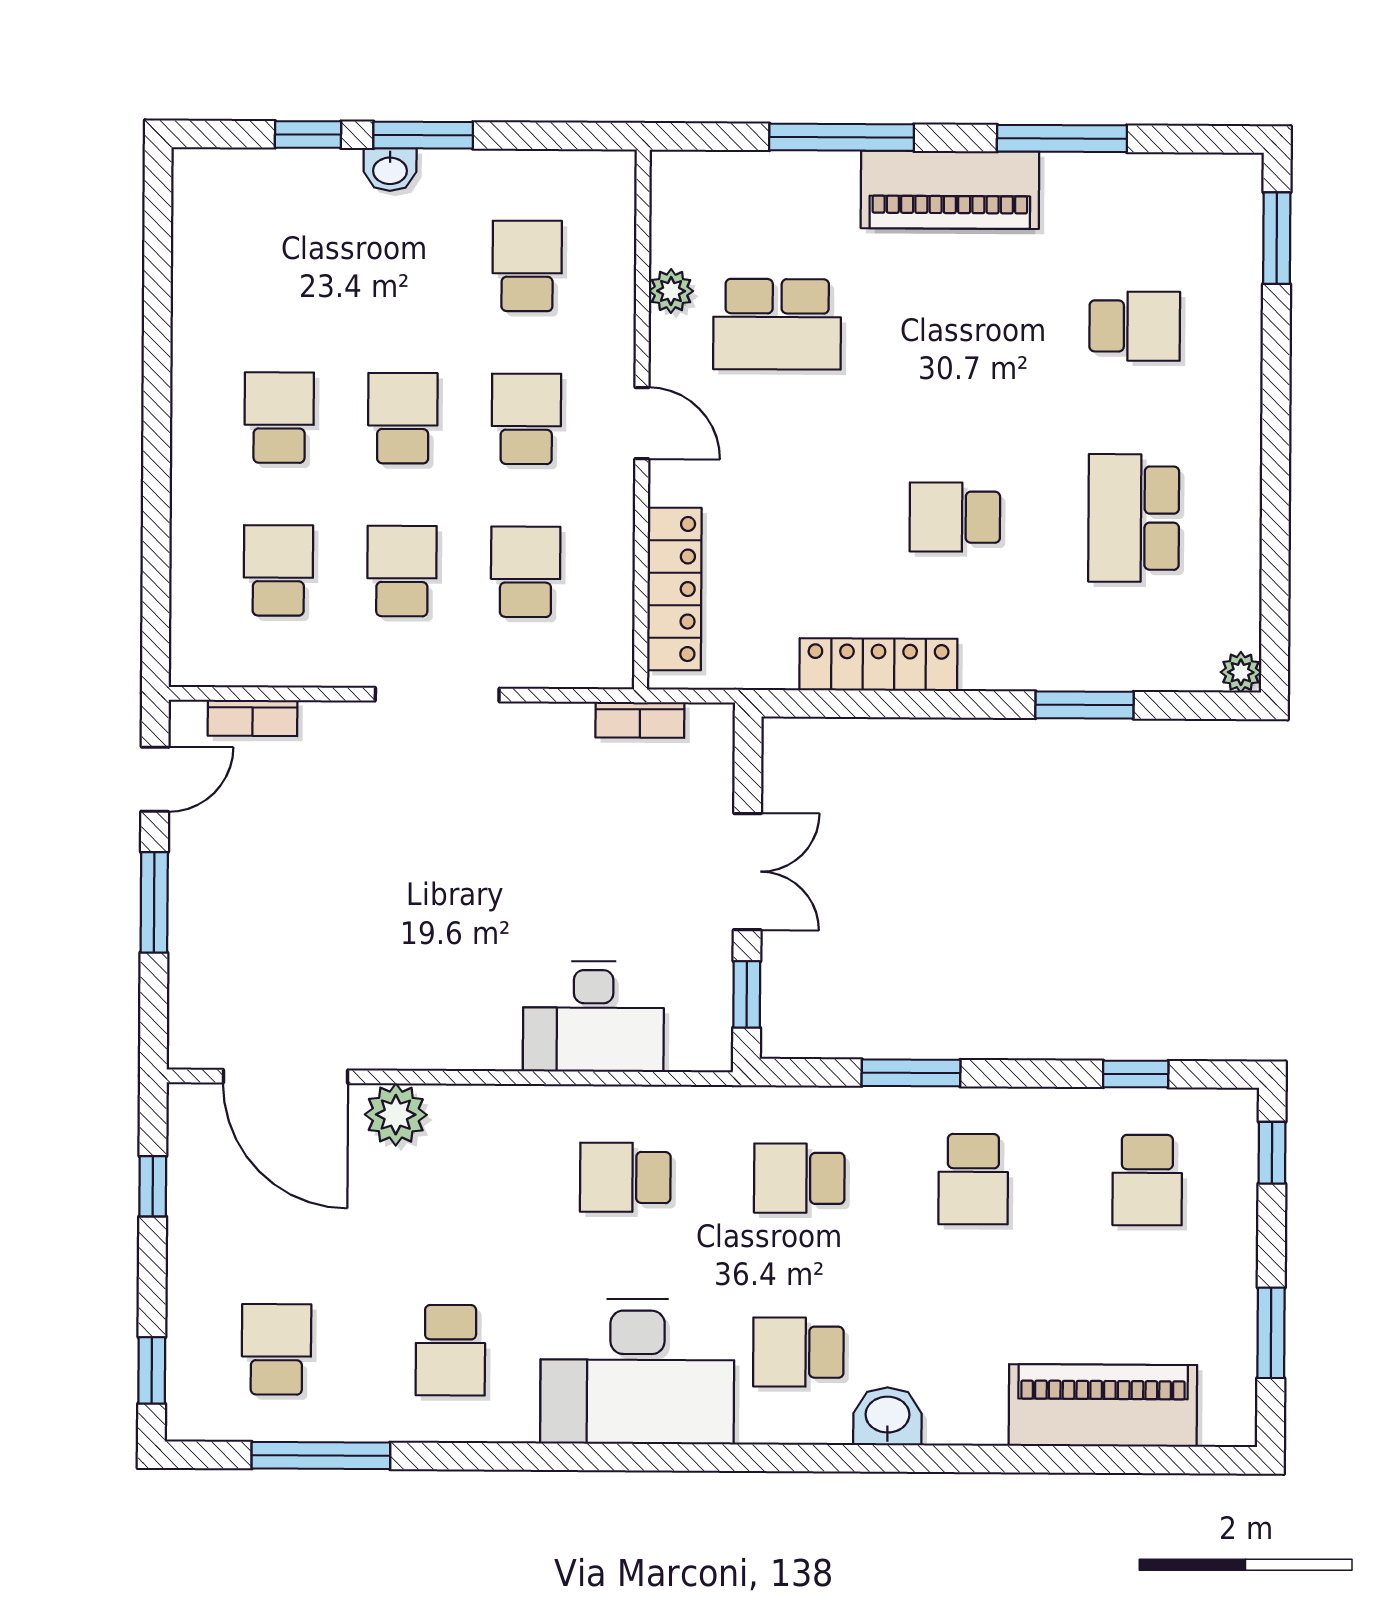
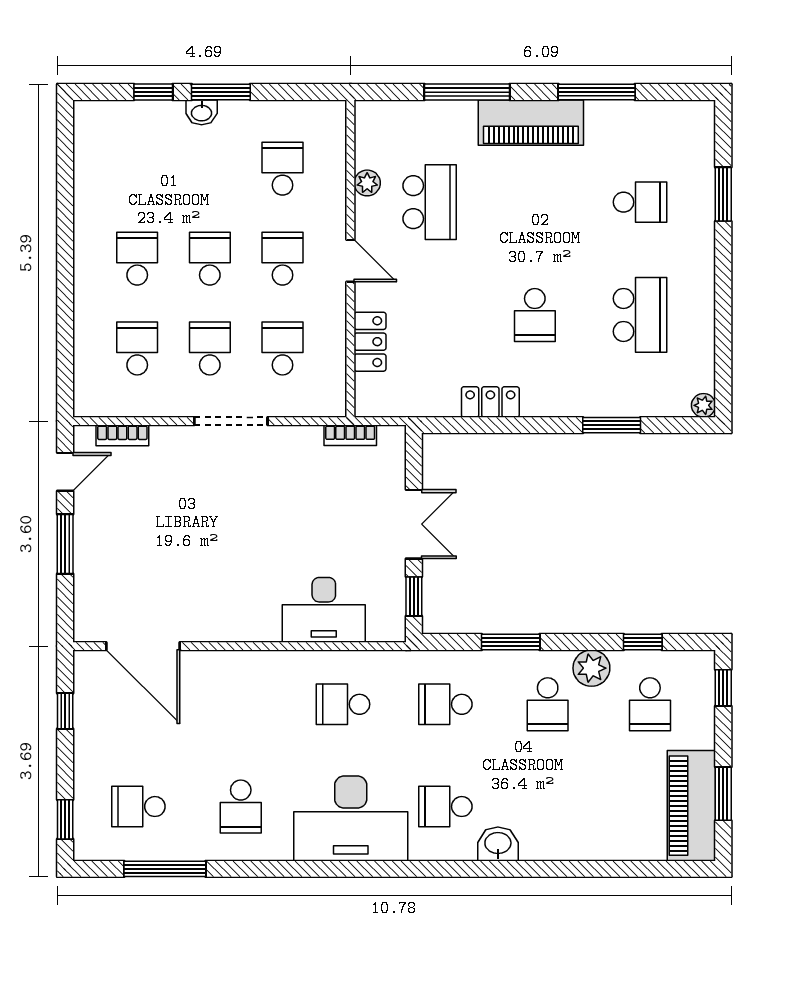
window: (1277, 238) -> (723, 194), moved
school desk: (777, 324) -> (430, 202), turned -90
school desk: (955, 517) -> (535, 315), turned -90
school desk: (1134, 518) -> (640, 315), turned 180
locker: (674, 589) -> (370, 342), width x0.66
locker: (878, 665) -> (490, 402), width x0.66
plant: (396, 1115) -> (591, 668), moved
school desk: (276, 1349) -> (138, 807), turned -90
piano: (1103, 1405) -> (691, 806), moved, turned -90

